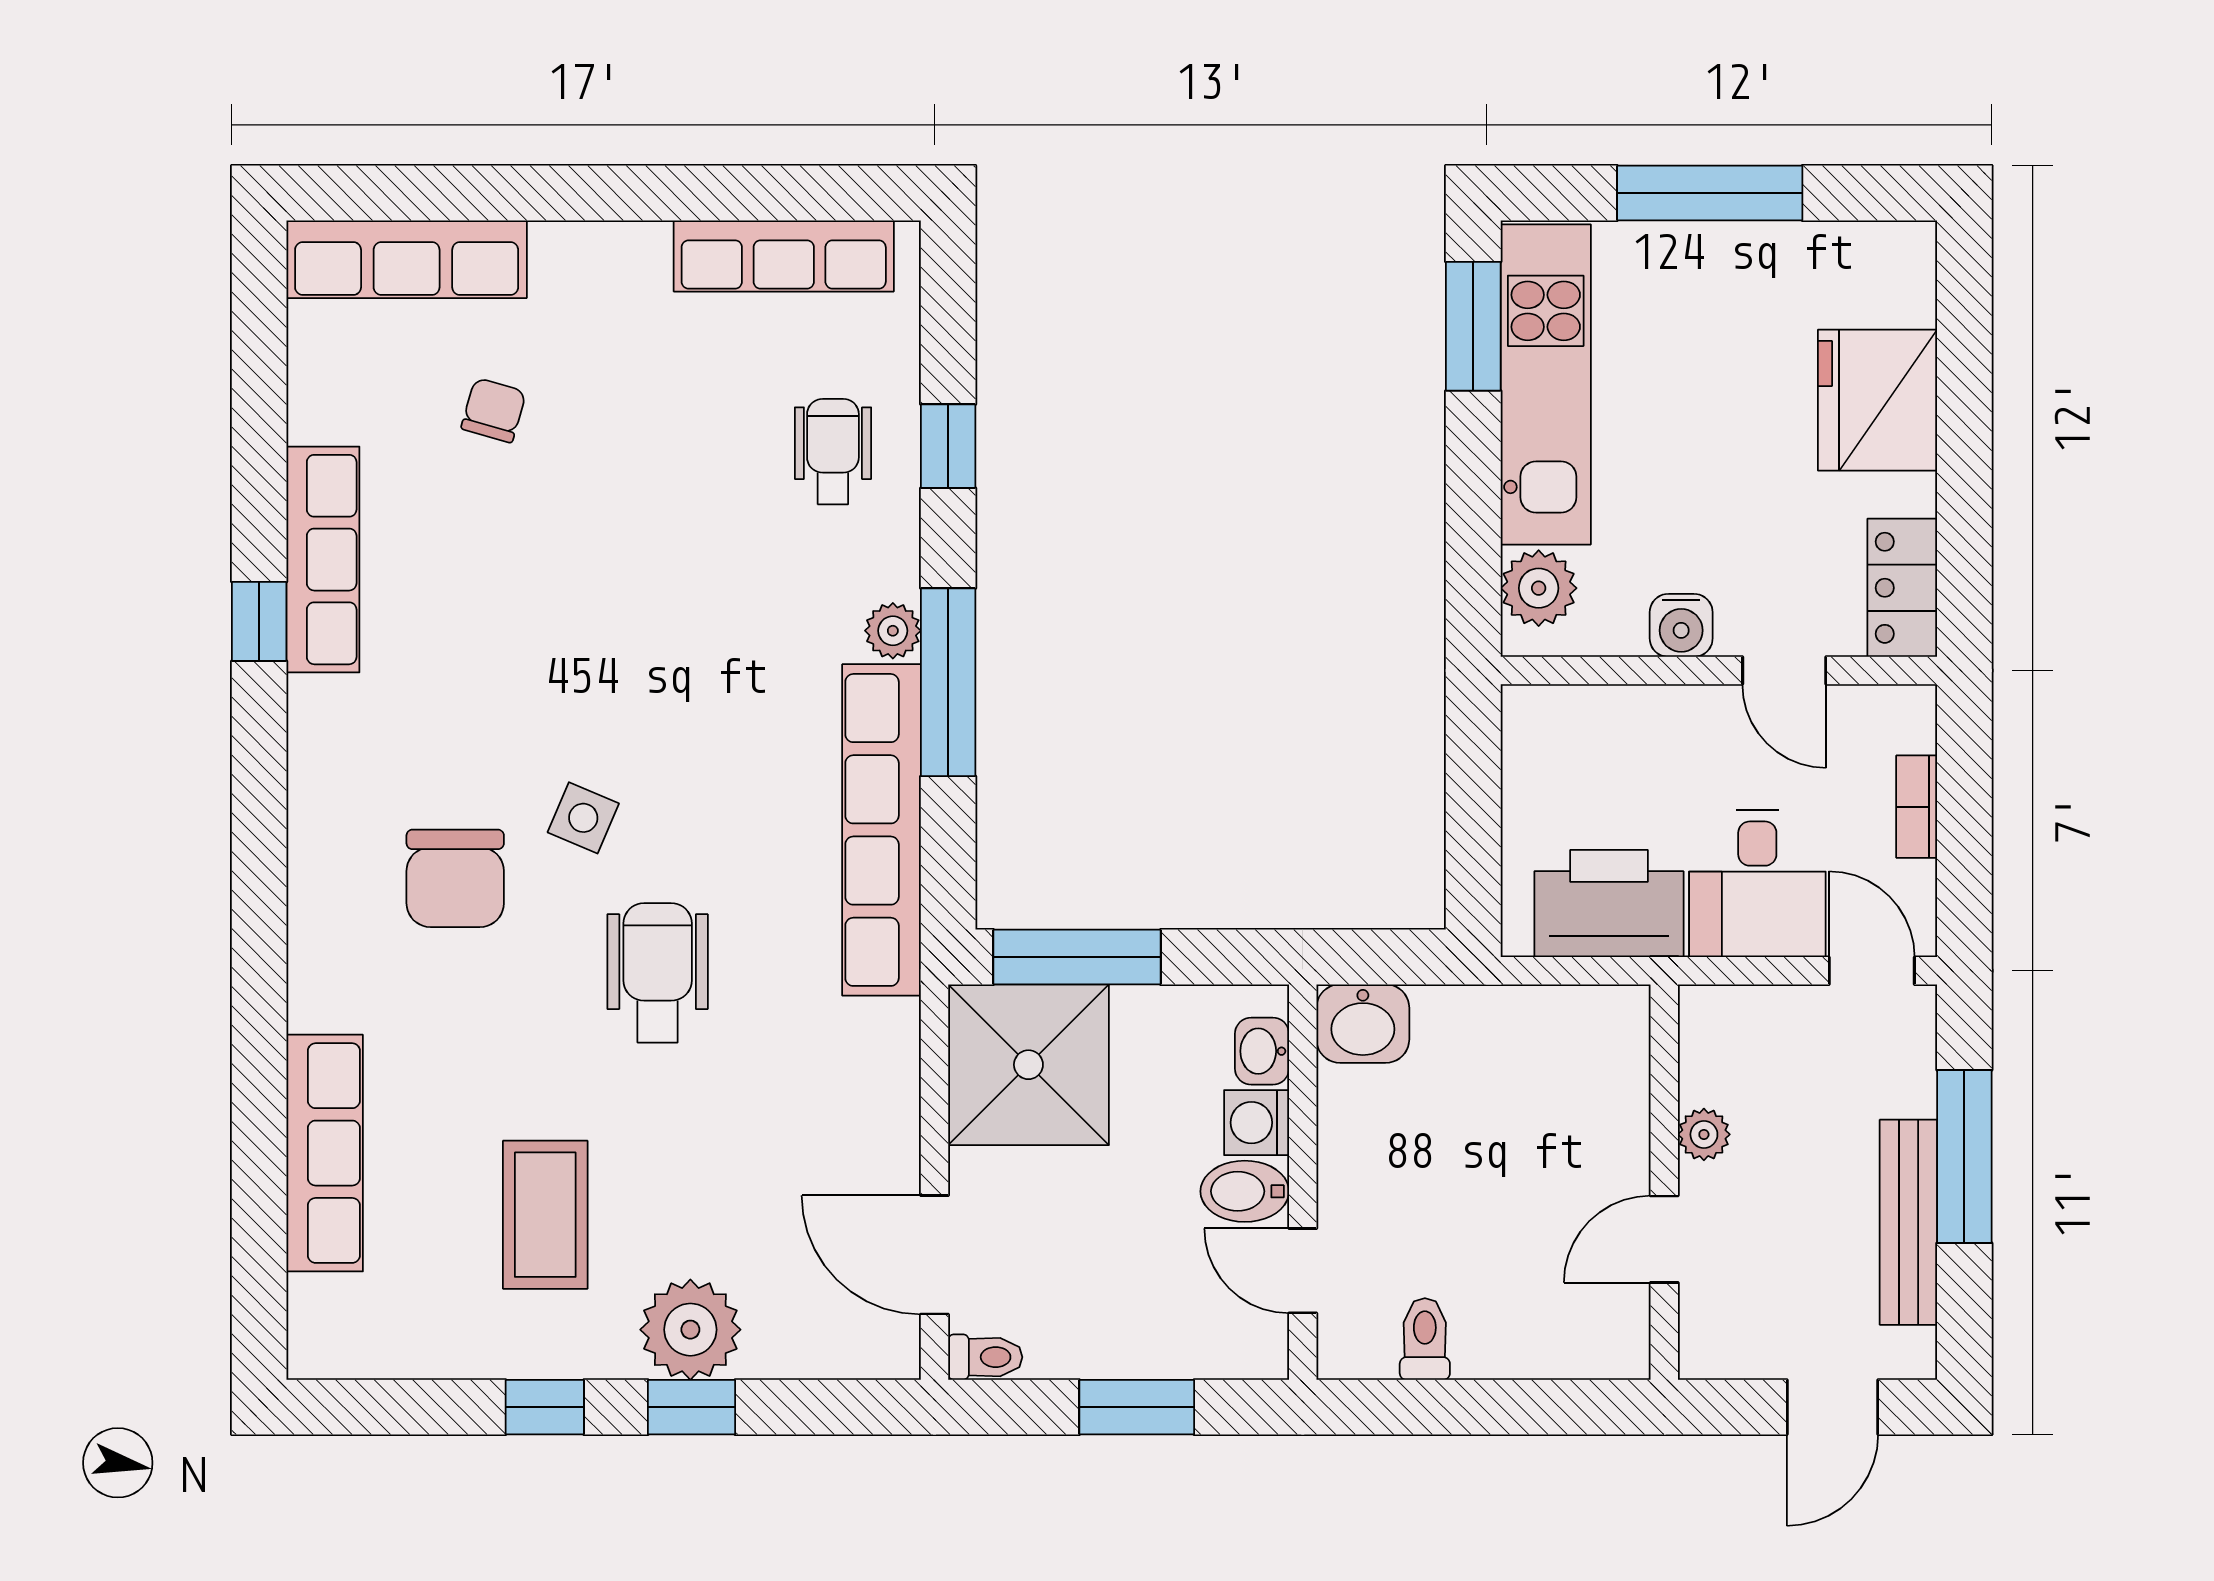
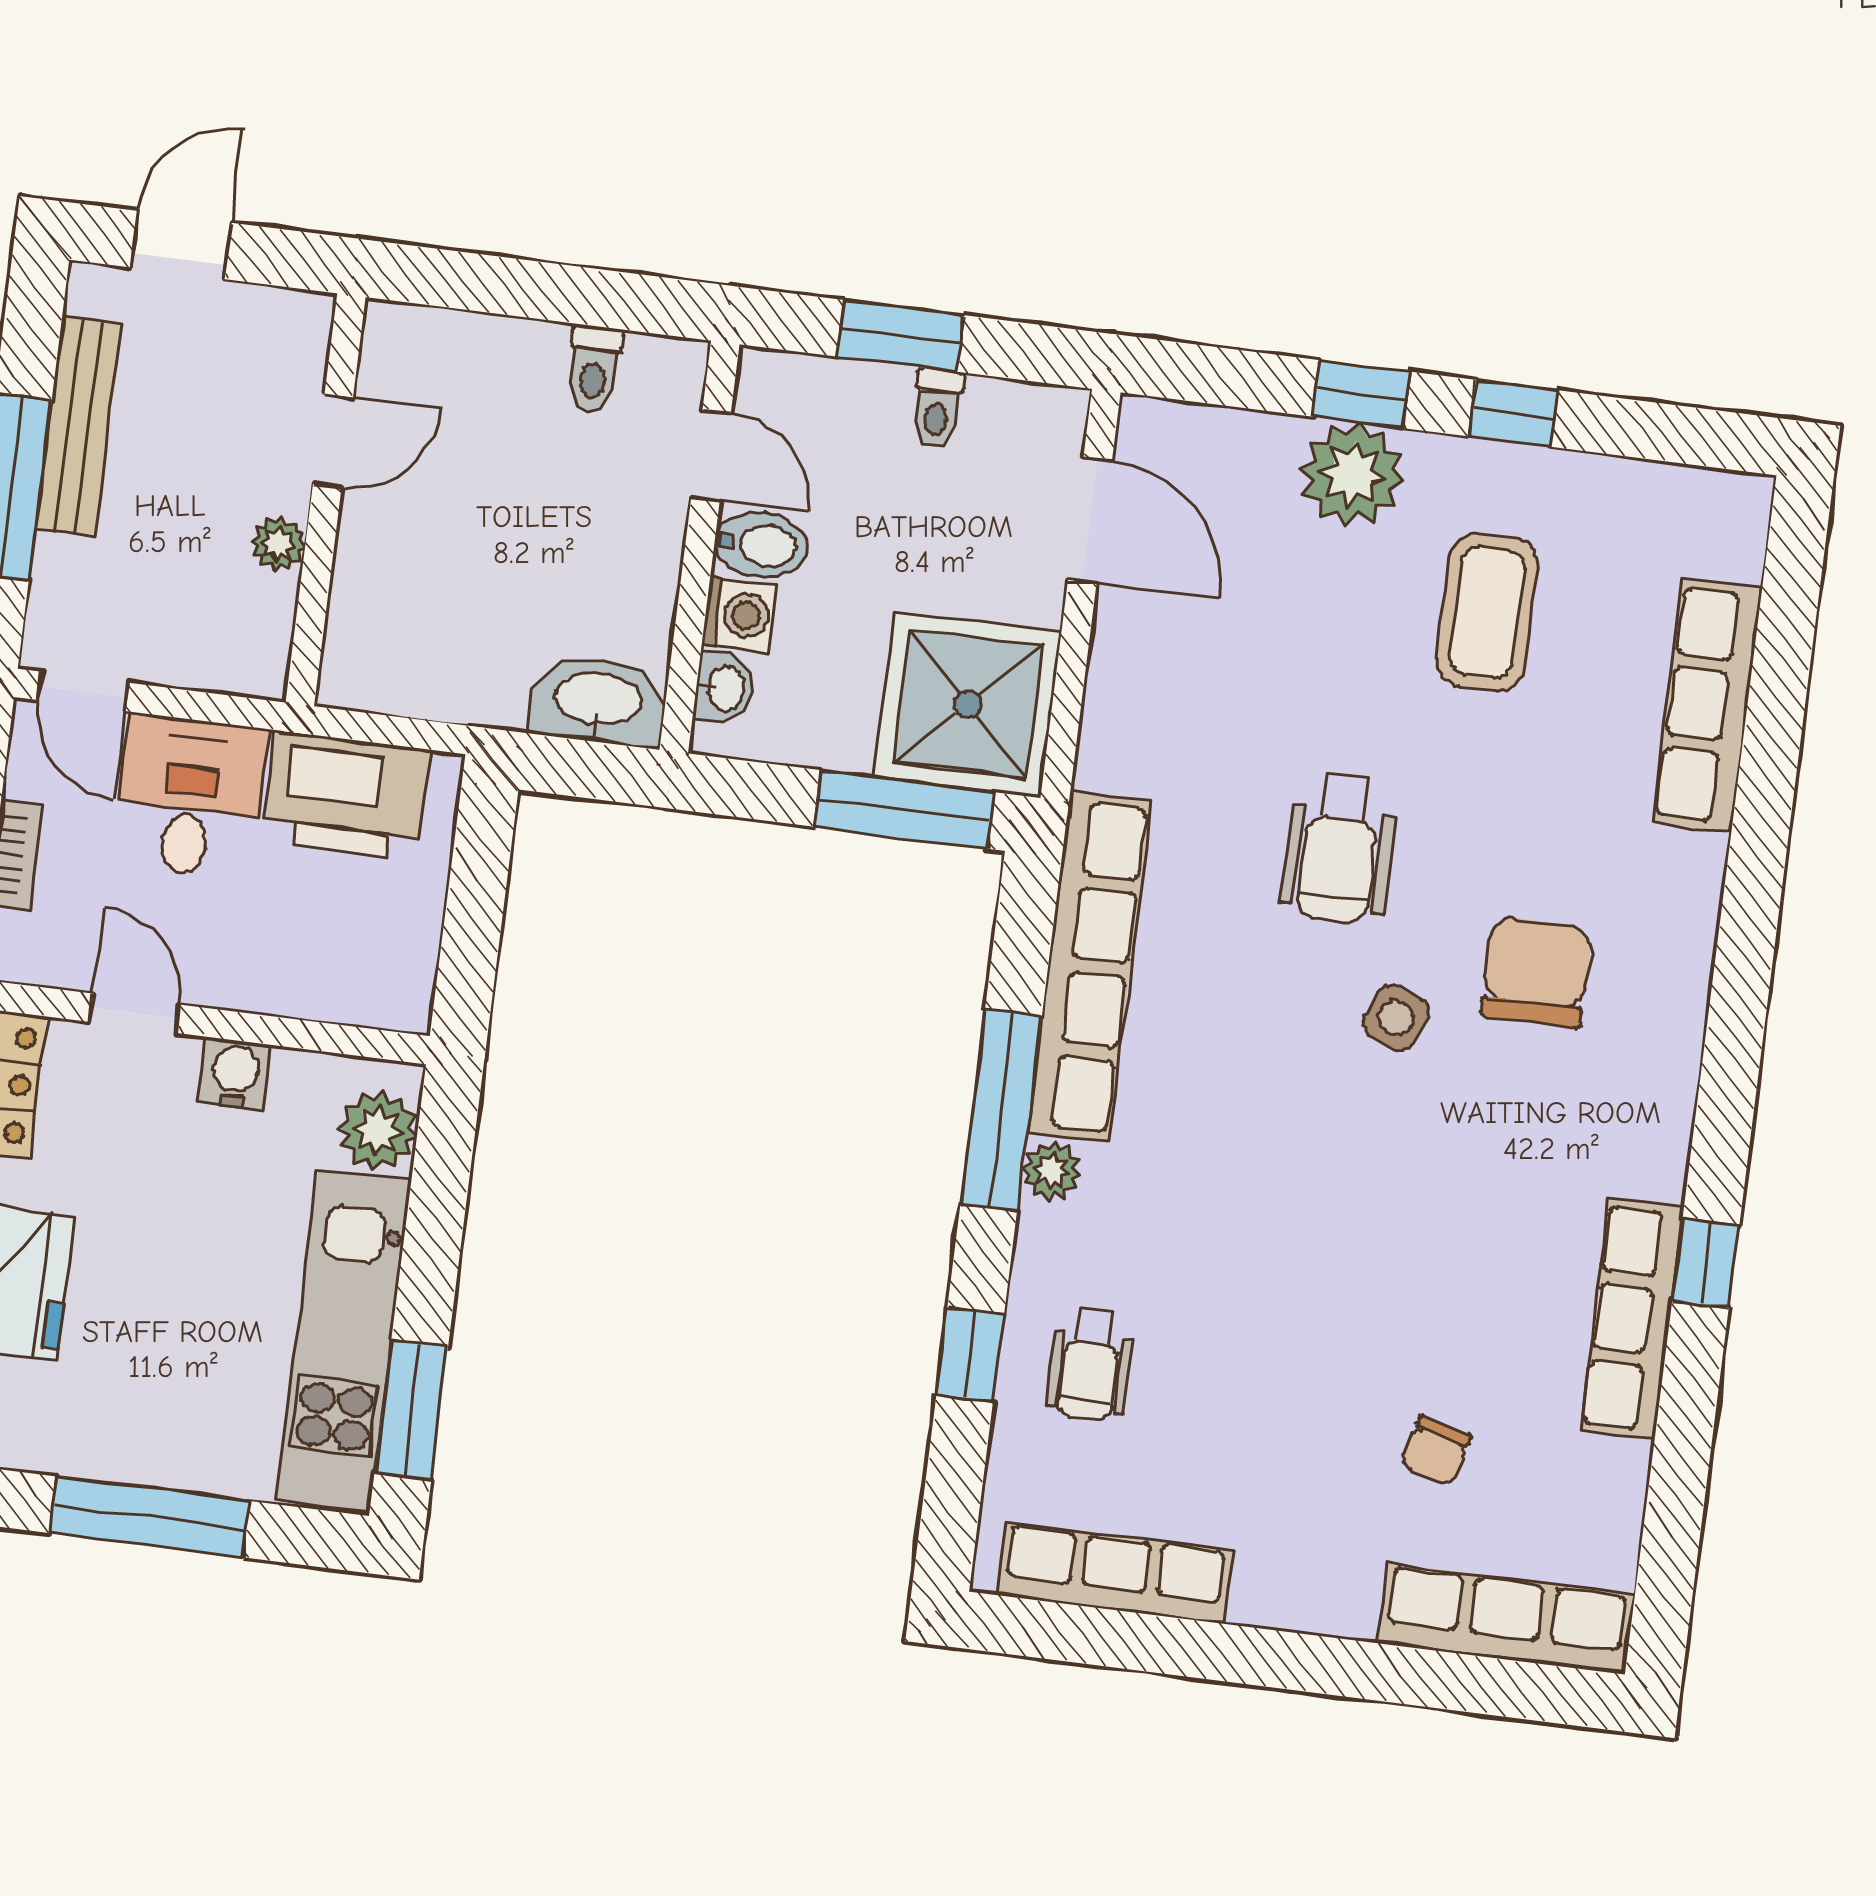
washbasin: (1363, 1024) -> (598, 701), width x1.38
toilet: (985, 1357) -> (937, 408), moved, turned -90

